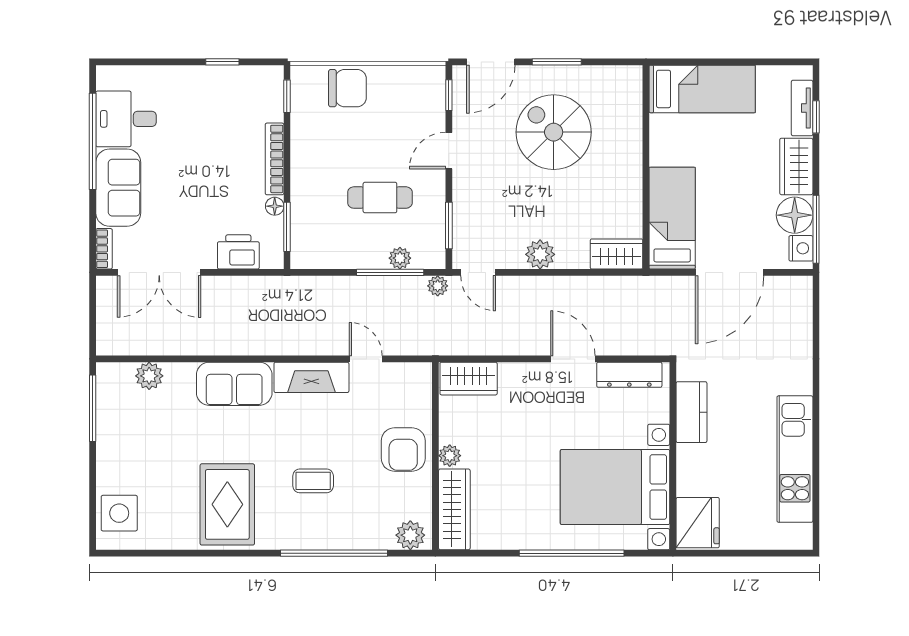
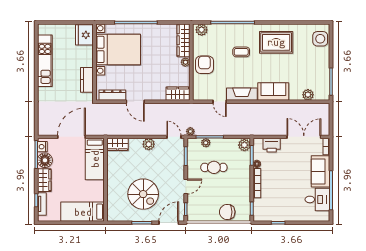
plant: (305, 252) -> (244, 145), added
rug: (227, 504) -> (276, 42), turned 90

